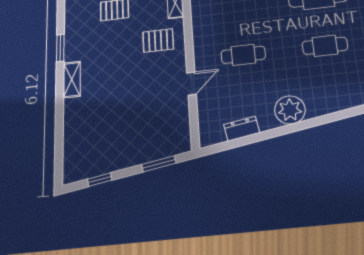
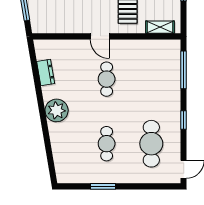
door: (191, 84) -> (100, 36), moved

